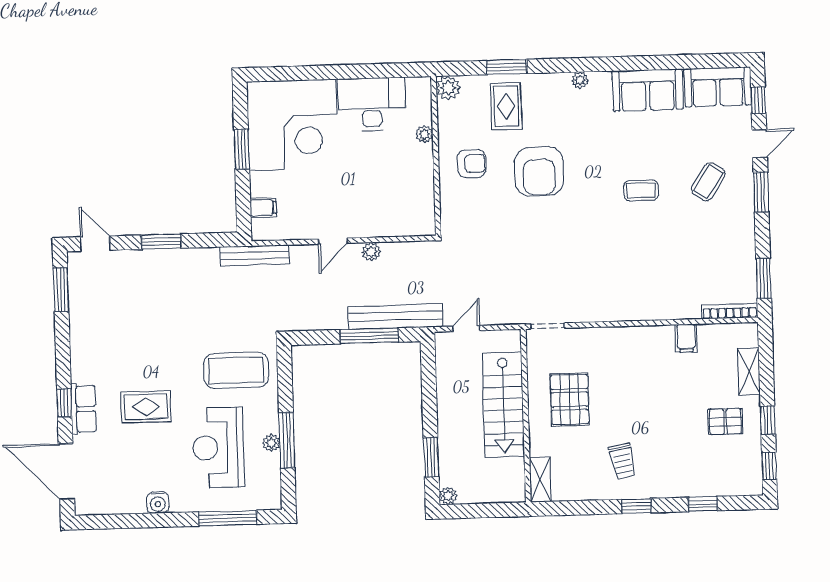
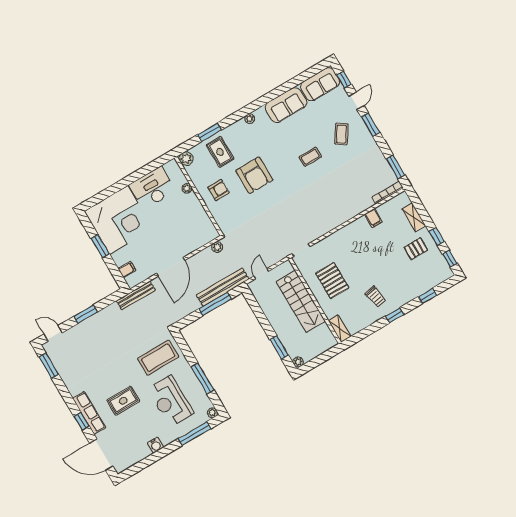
door: (333, 241) -> (171, 267), width x1.88
plant: (371, 252) -> (217, 247), moved
row of seats: (83, 409) -> (89, 413), width x1.48
plant: (271, 443) -> (212, 413), moved

